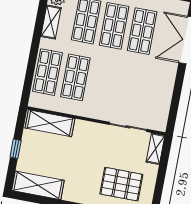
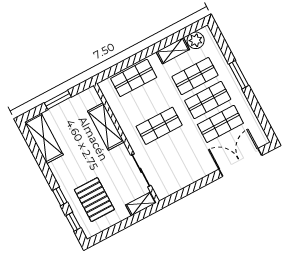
shop shelf: (75, 77) -> (159, 126), moved
shelving: (50, 123) -> (106, 127), moved
window: (16, 149) -> (58, 100), width x1.50

